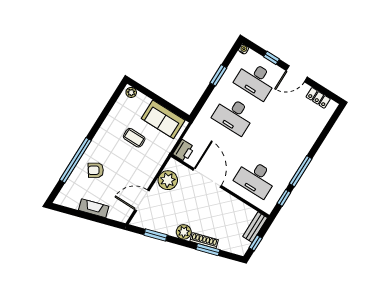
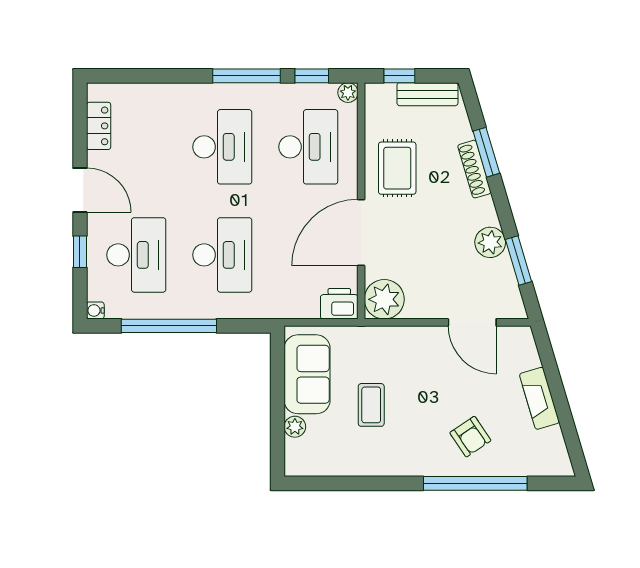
window: (218, 75) -> (169, 326), width x2.11
plant: (131, 92) -> (295, 427), moved
desk: (278, 143) -> (222, 147), added
plant: (168, 180) -> (384, 299), moved
plant: (268, 208) -> (348, 93), added
rug: (224, 209) -> (397, 168), added
bench: (255, 227) -> (427, 94), moved
plant: (184, 232) -> (490, 242), moved
window: (256, 243) -> (399, 76), moved

